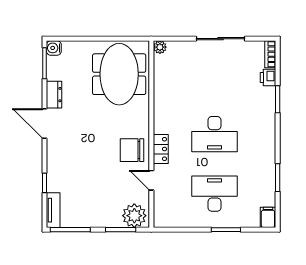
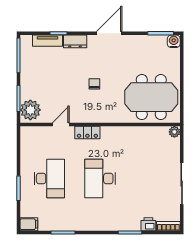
dresser: (54, 95) -> (75, 41), moved
chair: (132, 150) -> (94, 84), moved, width x0.54, depth x0.54
tv unit: (53, 210) -> (48, 41), moved

